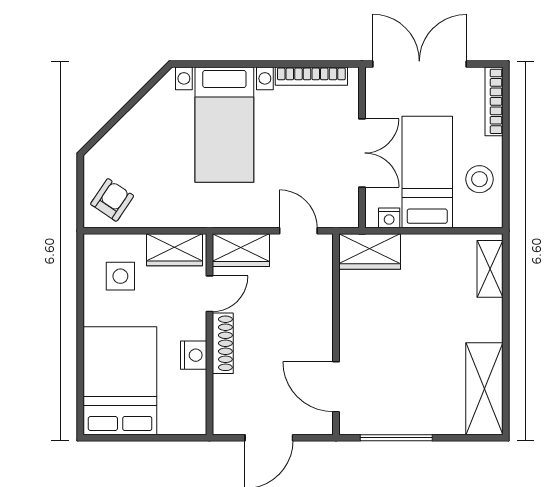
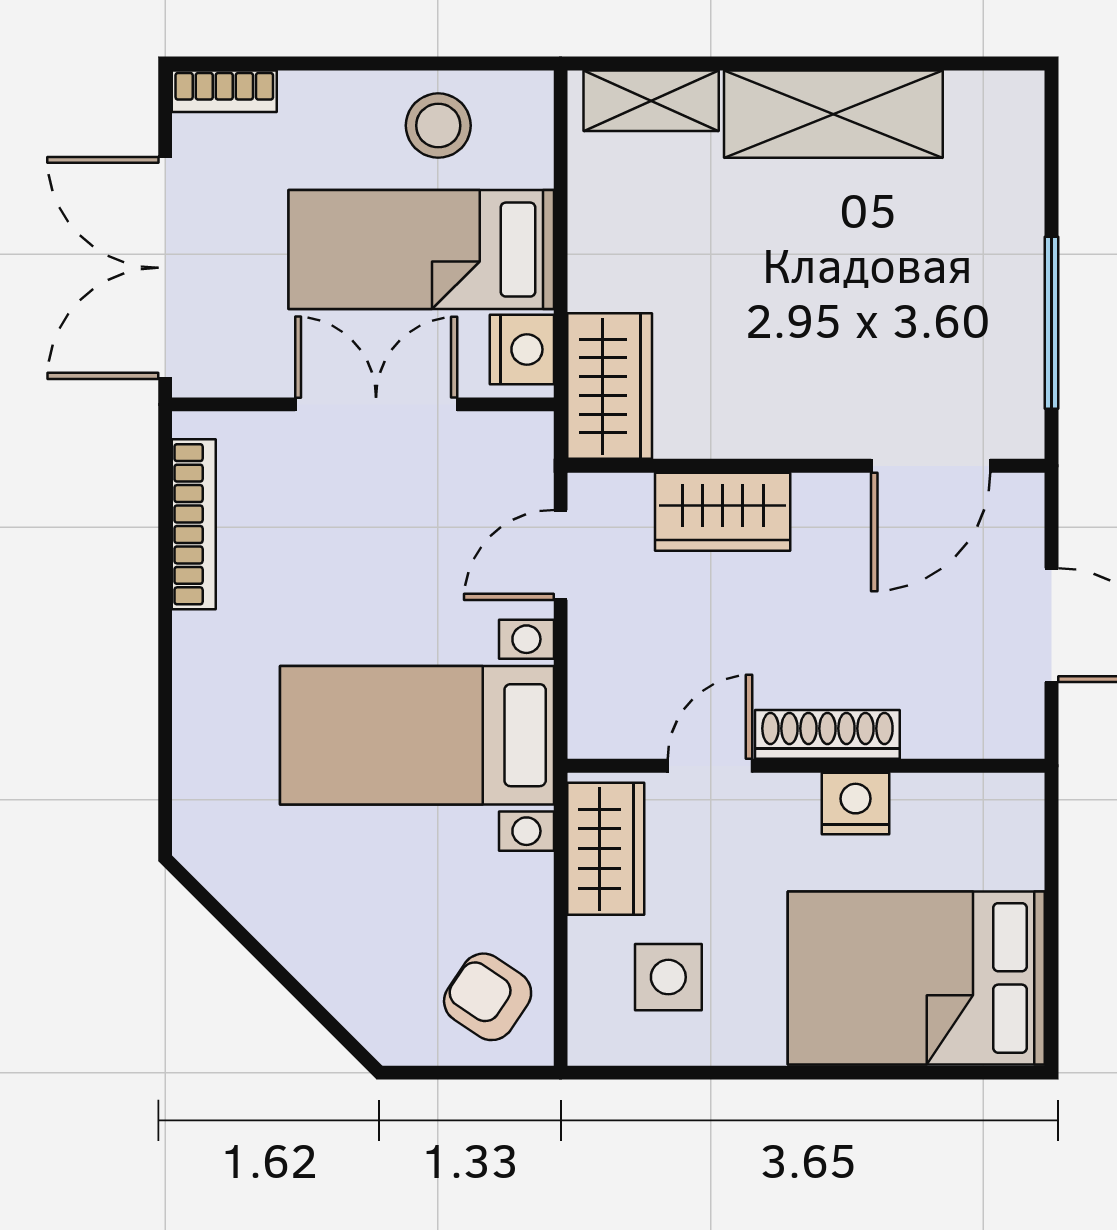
bookcase: (494, 101) -> (224, 91), width x0.64
bed with nightstands: (224, 125) -> (417, 735), moved, turned 180
nightstand: (389, 218) -> (522, 349), width x1.39, depth x1.35
wardrobe: (241, 250) -> (723, 512), moved, turned 90
door: (210, 294) -> (710, 766), hinge flipped
shelving: (484, 389) -> (833, 114), moved

